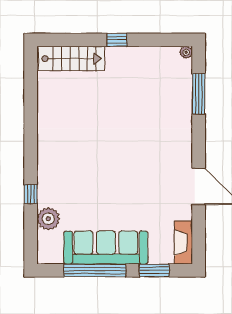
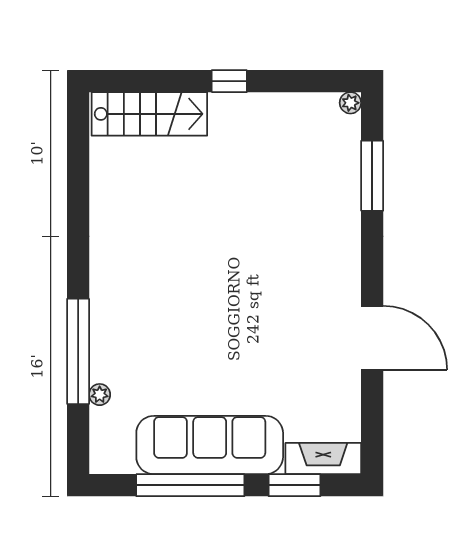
window: (31, 194) -> (78, 351), width x3.17
plant: (48, 219) -> (100, 395), width x0.53, depth x0.53
fireplace: (183, 243) -> (323, 459), moved, turned 90

